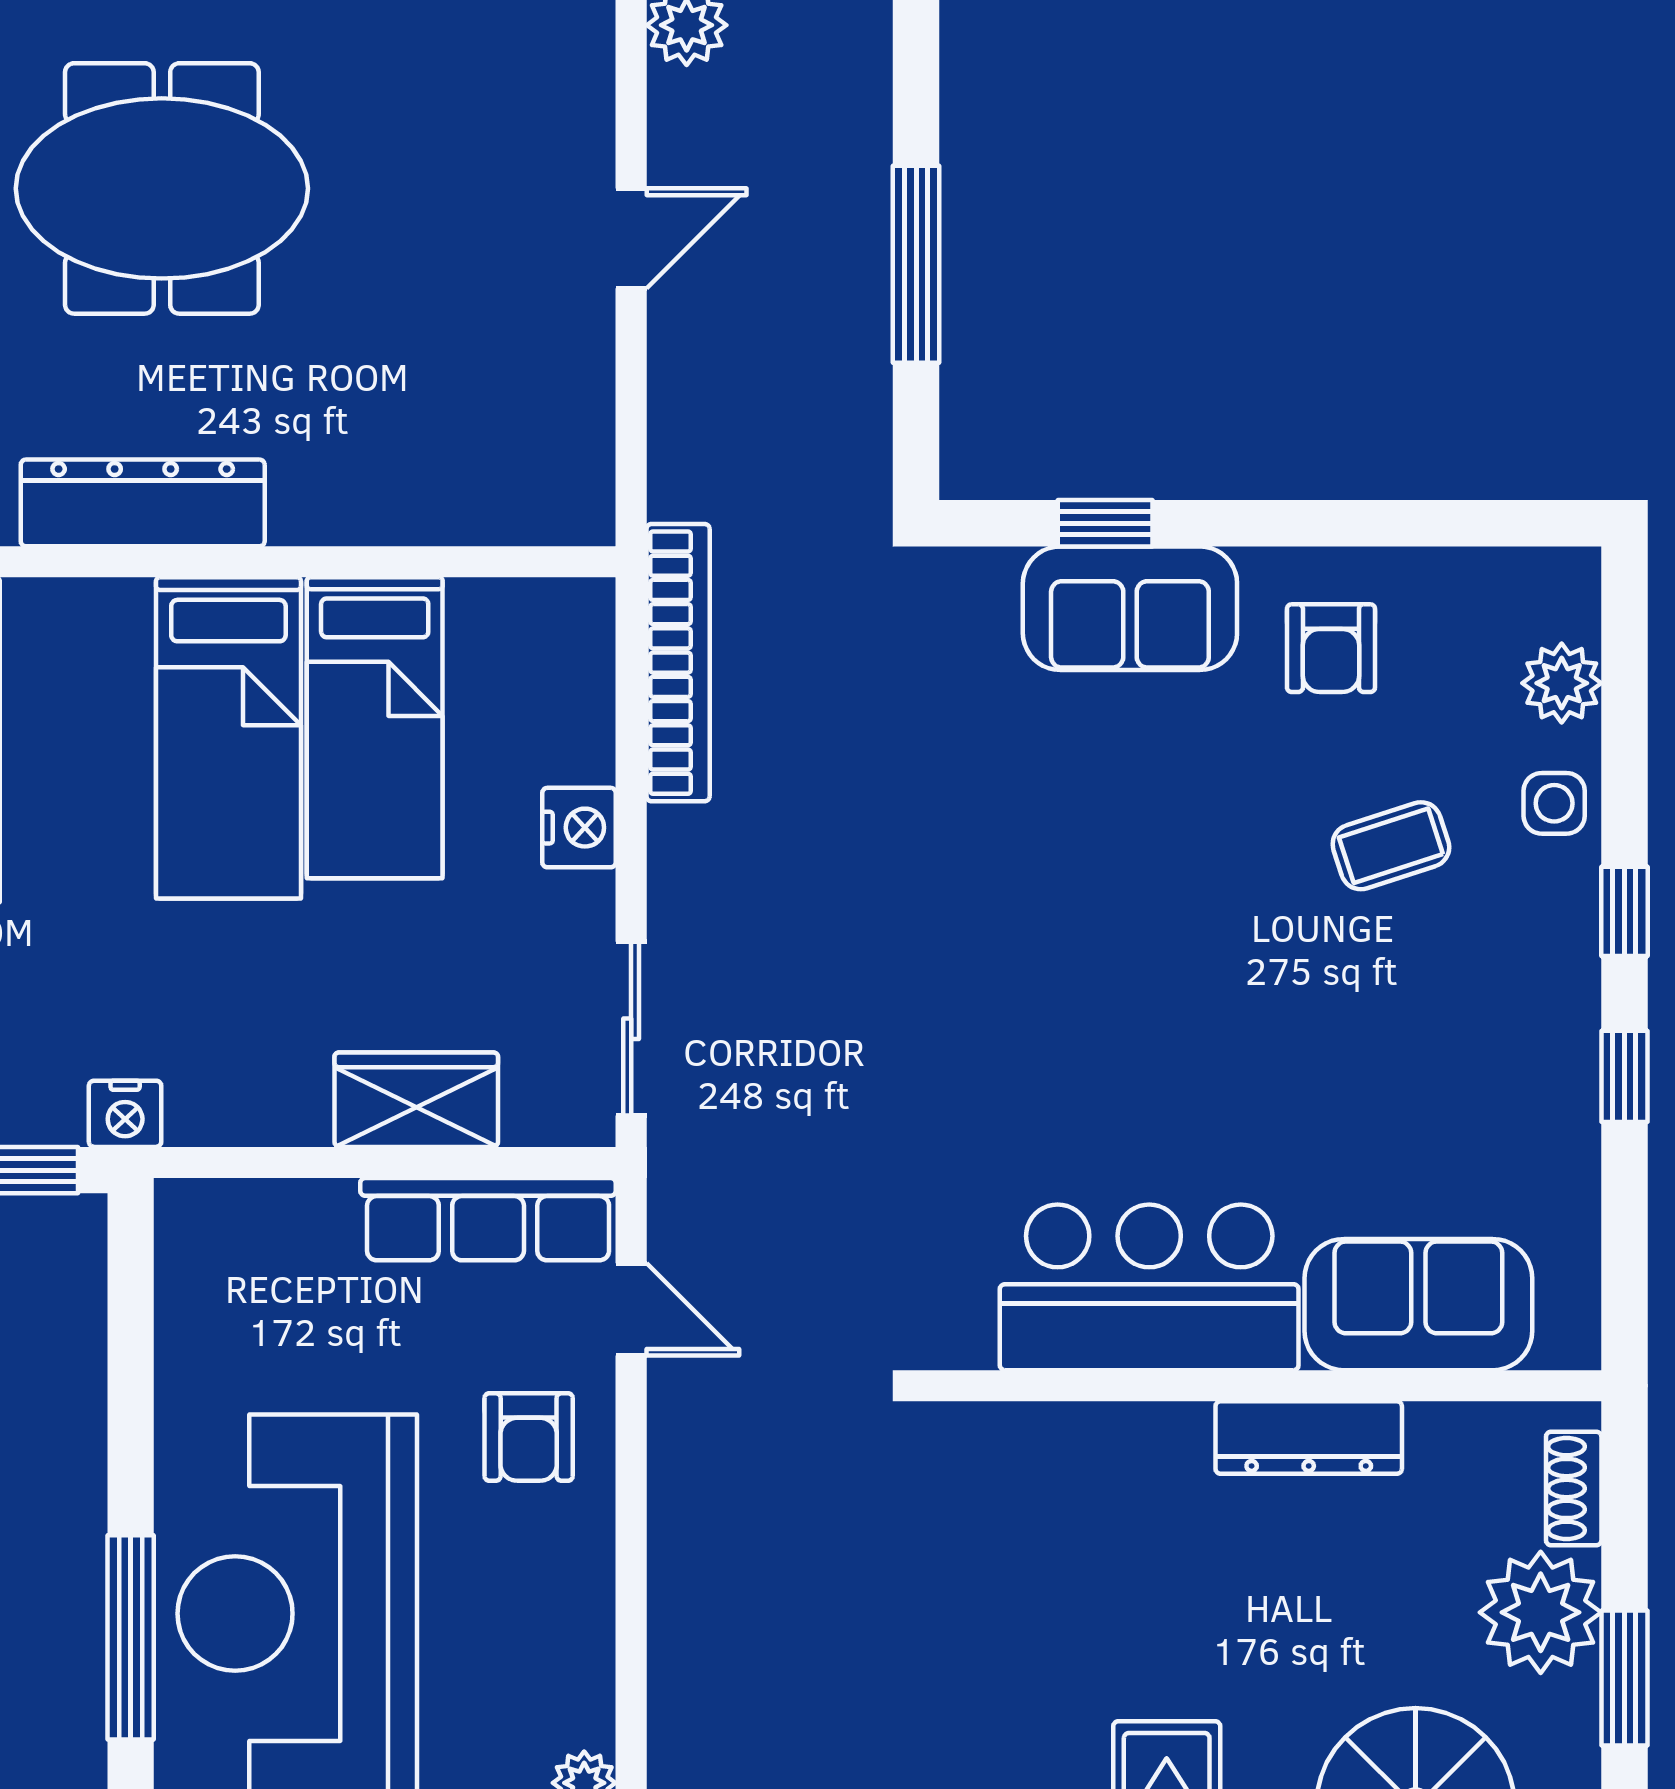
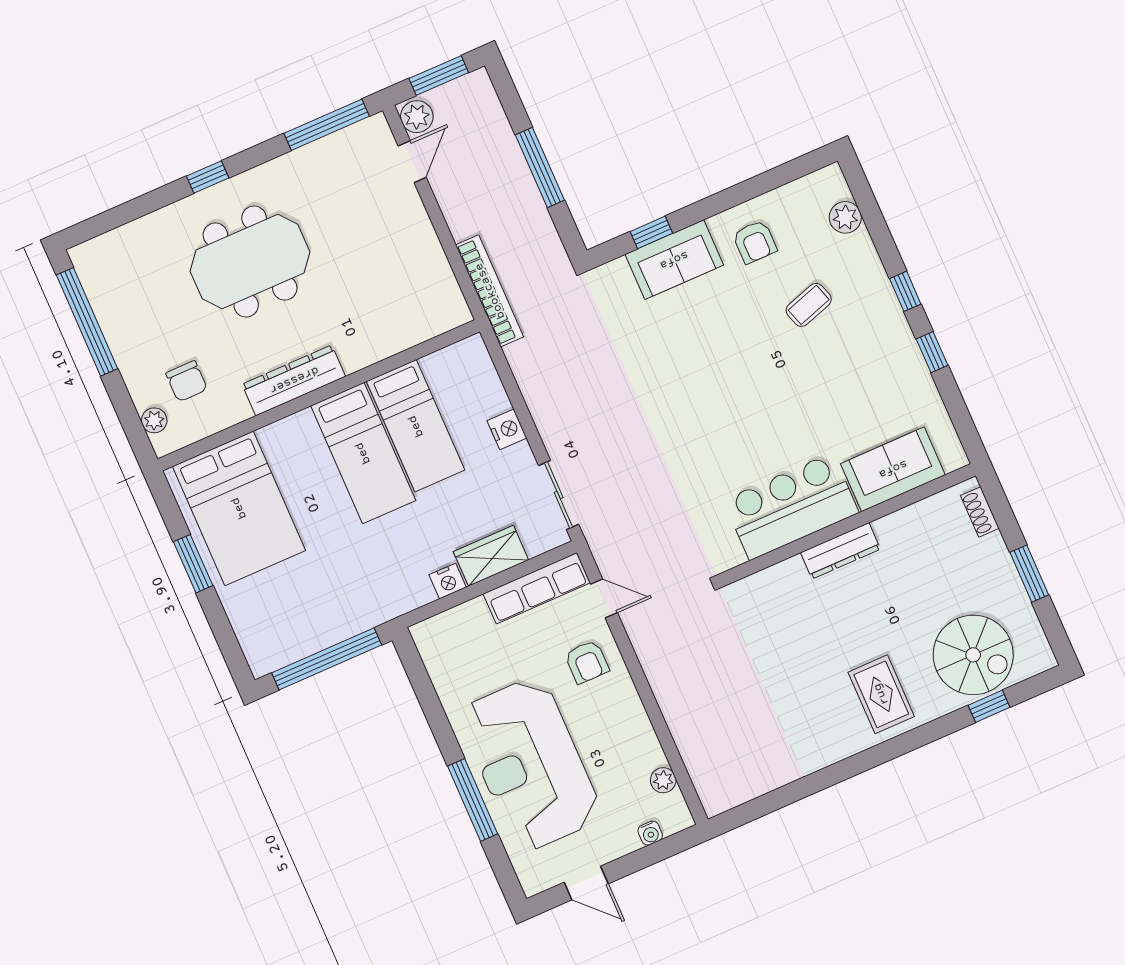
door: (631, 238) -> (412, 162), moved
bookcase: (678, 663) -> (490, 291), moved
side table: (1554, 803) -> (862, 263), removed
nightstand: (125, 1114) -> (448, 581), moved
dresser: (1309, 1438) -> (840, 551), moved
plant: (1541, 1612) -> (988, 563), removed

